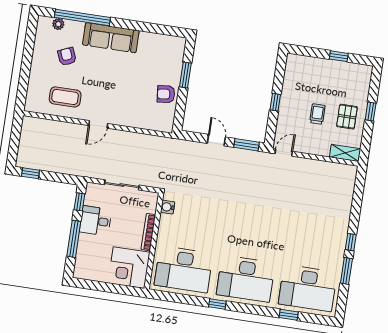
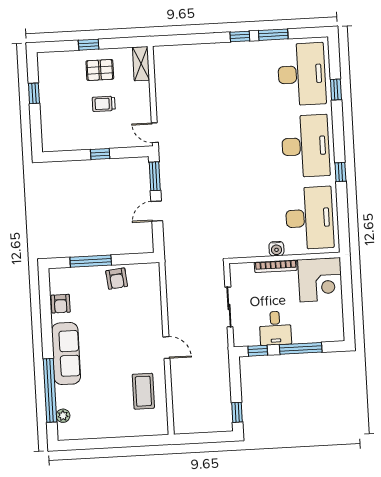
armchair: (67, 56) -> (61, 304), moved, turned -67
window: (185, 75) -> (91, 261), width x1.44
water cooler: (168, 207) -> (276, 249), moved

